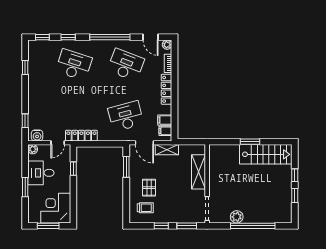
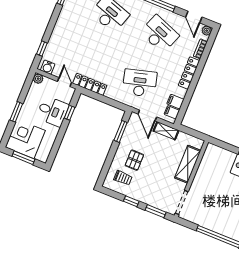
door: (58, 143) -> (64, 82), swing flipped
desk: (41, 173) -> (53, 111), moved, turned 180
corner desk: (56, 208) -> (25, 139), moved
plant: (237, 217) -> (207, 222), removed

